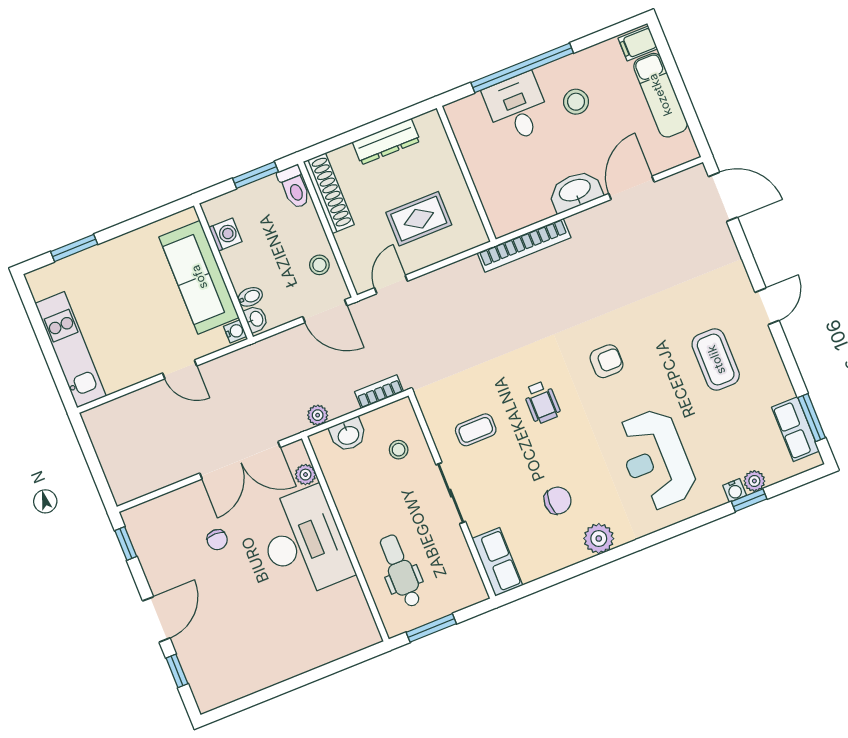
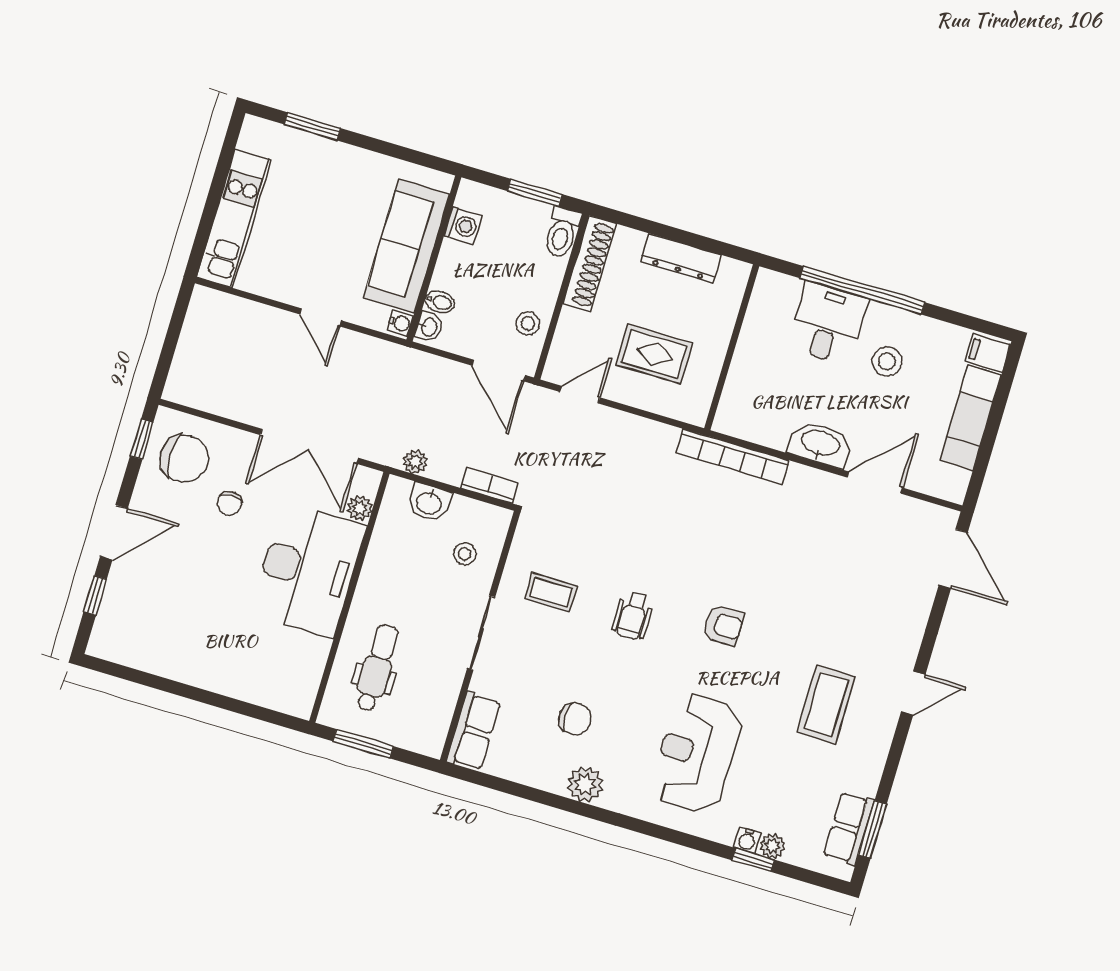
chair: (164, 534) -> (184, 459), added

